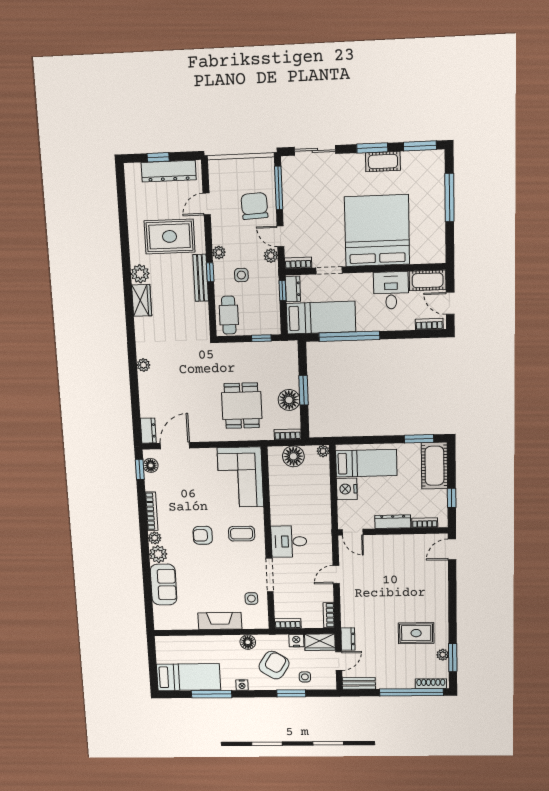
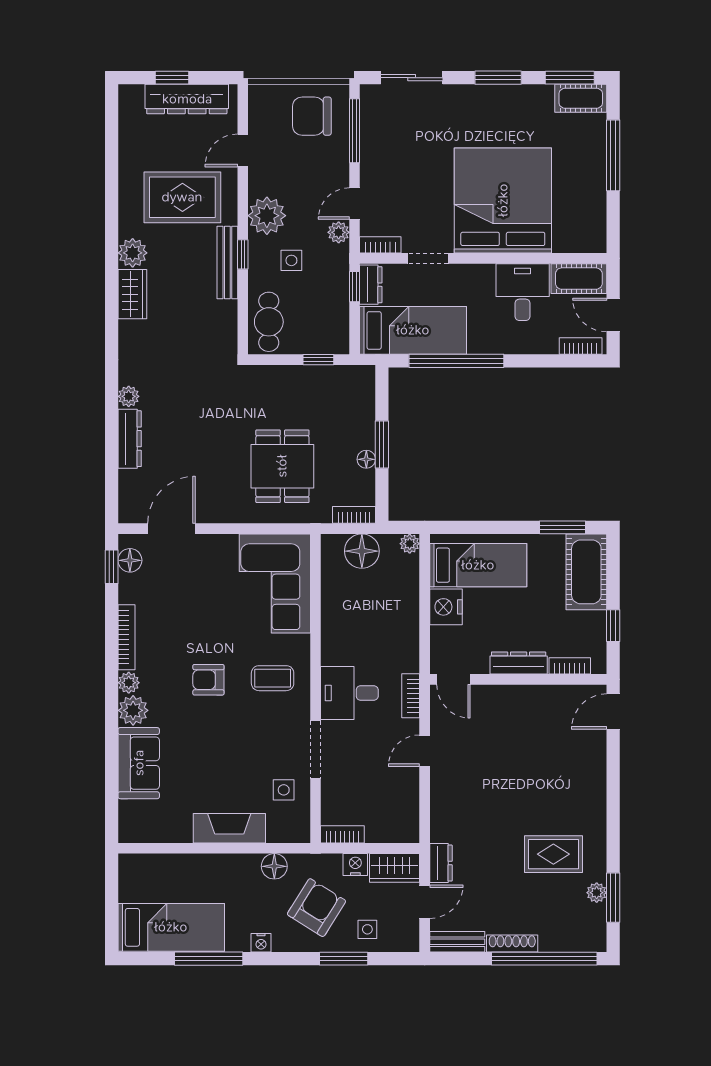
cot: (383, 162) -> (581, 98), moved
chair: (254, 206) -> (312, 116), moved, turned -87
door: (280, 236) -> (355, 204), hinge flipped
plant: (219, 252) -> (267, 216), width x1.88, depth x1.88
floor lamp: (289, 400) -> (366, 459), width x0.53, depth x0.53
dresser: (148, 431) -> (130, 439), moved, width x1.44
bookcase: (329, 615) -> (411, 696), moved
shoe rack: (431, 684) -> (512, 943), moved

